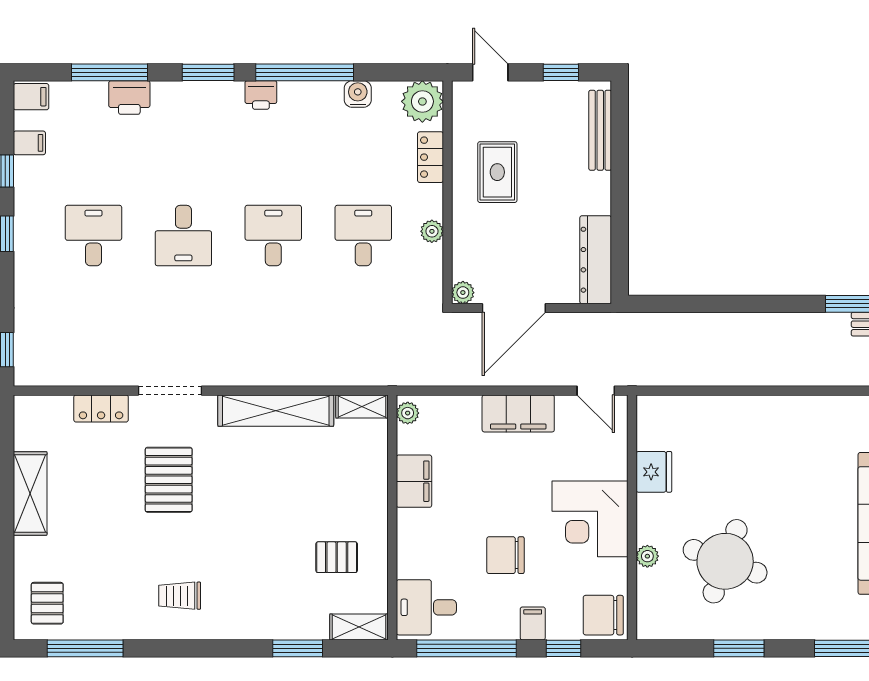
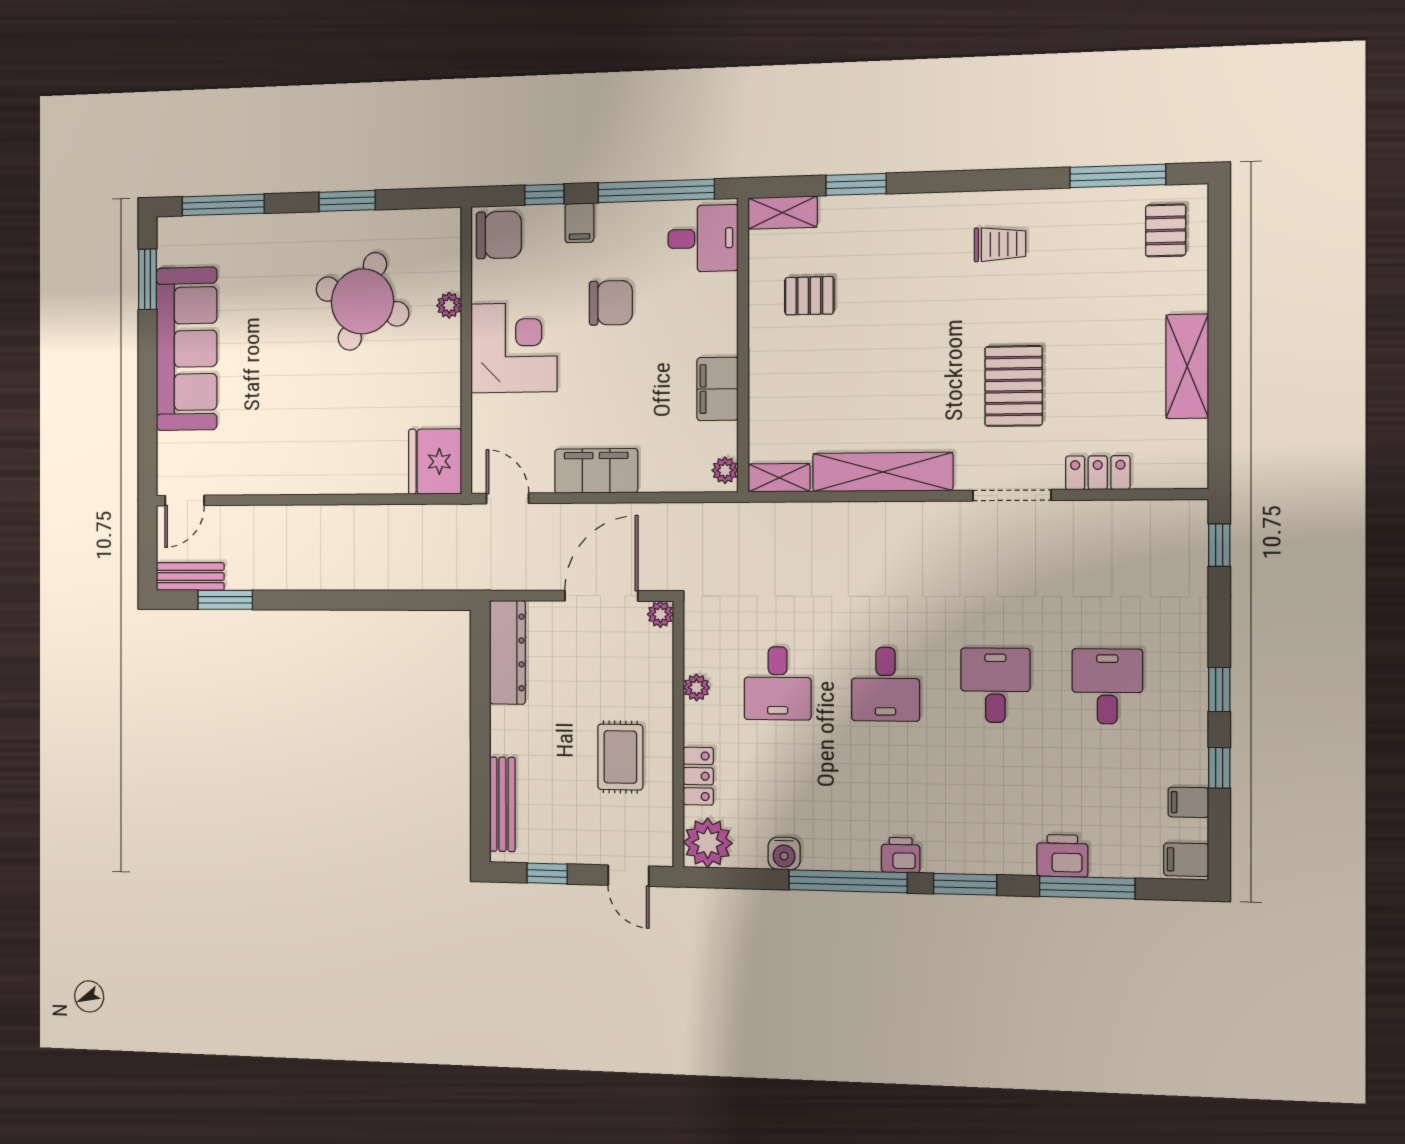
desk: (93, 236) -> (1107, 686), turned 180
fridge: (654, 472) -> (435, 462), moved, width x1.36, depth x1.34

